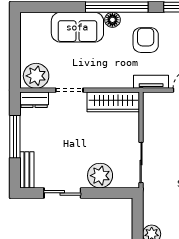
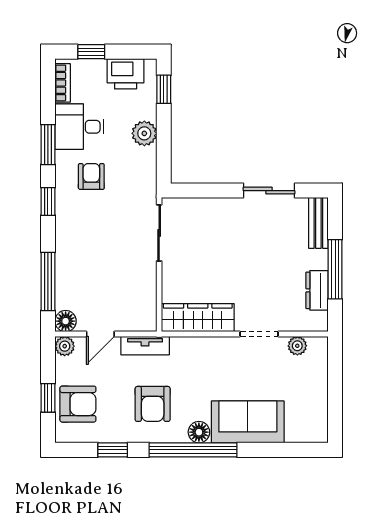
plant: (36, 76) -> (297, 346), width x0.53, depth x0.53
dresser: (34, 100) -> (317, 290), moved, turned -90
plant: (100, 176) -> (216, 215), removed

